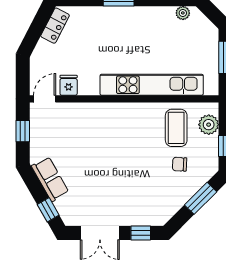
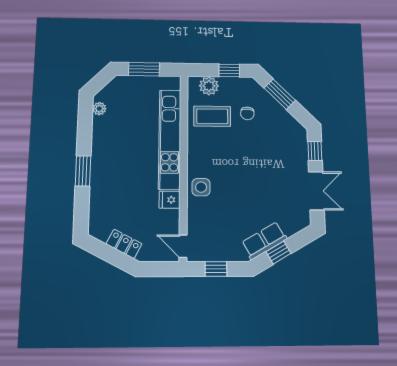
locker: (55, 26) -> (124, 244), moved
fridge: (69, 85) -> (170, 200), moved
side table: (103, 117) -> (201, 187), added
window: (48, 210) -> (279, 253), moved

